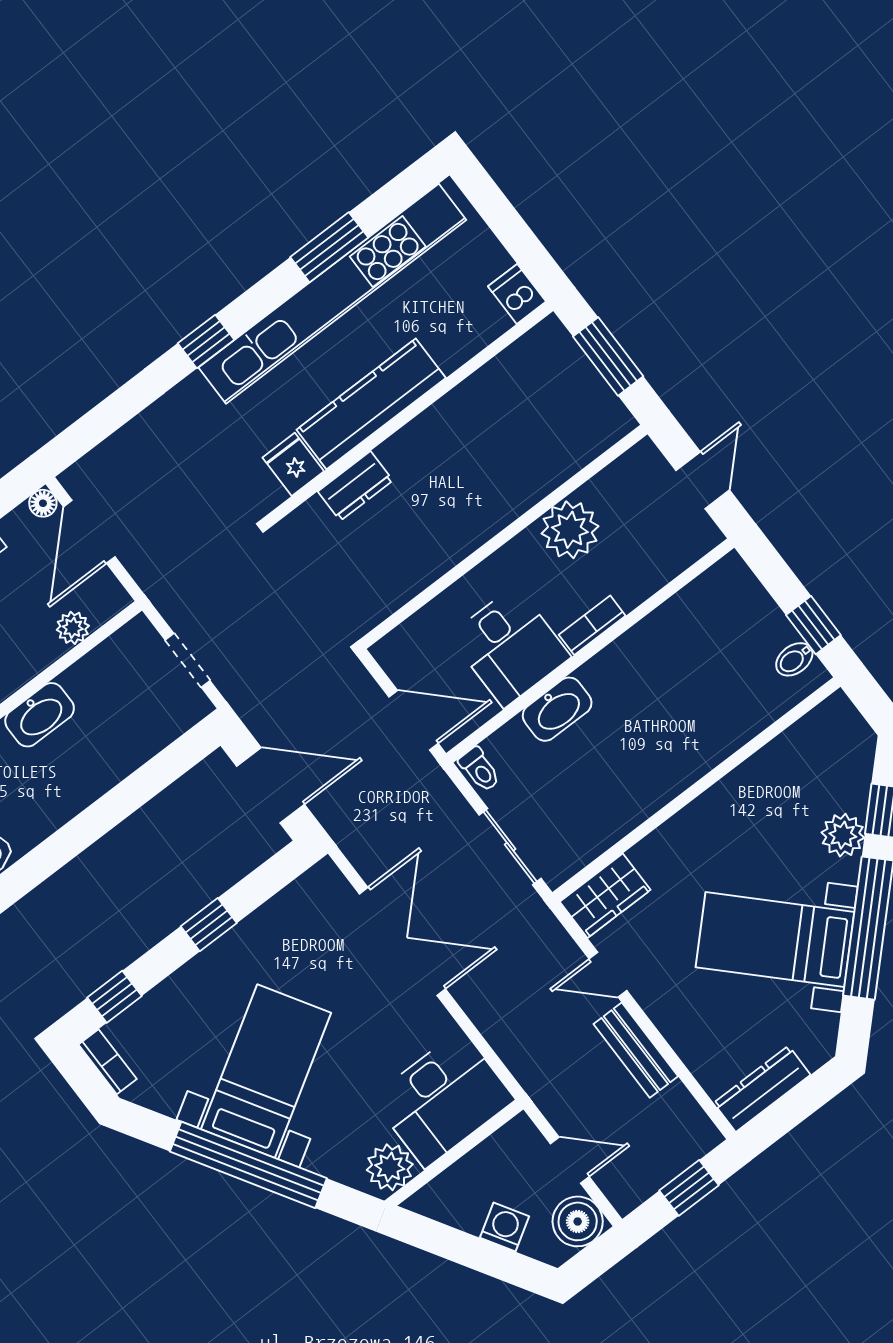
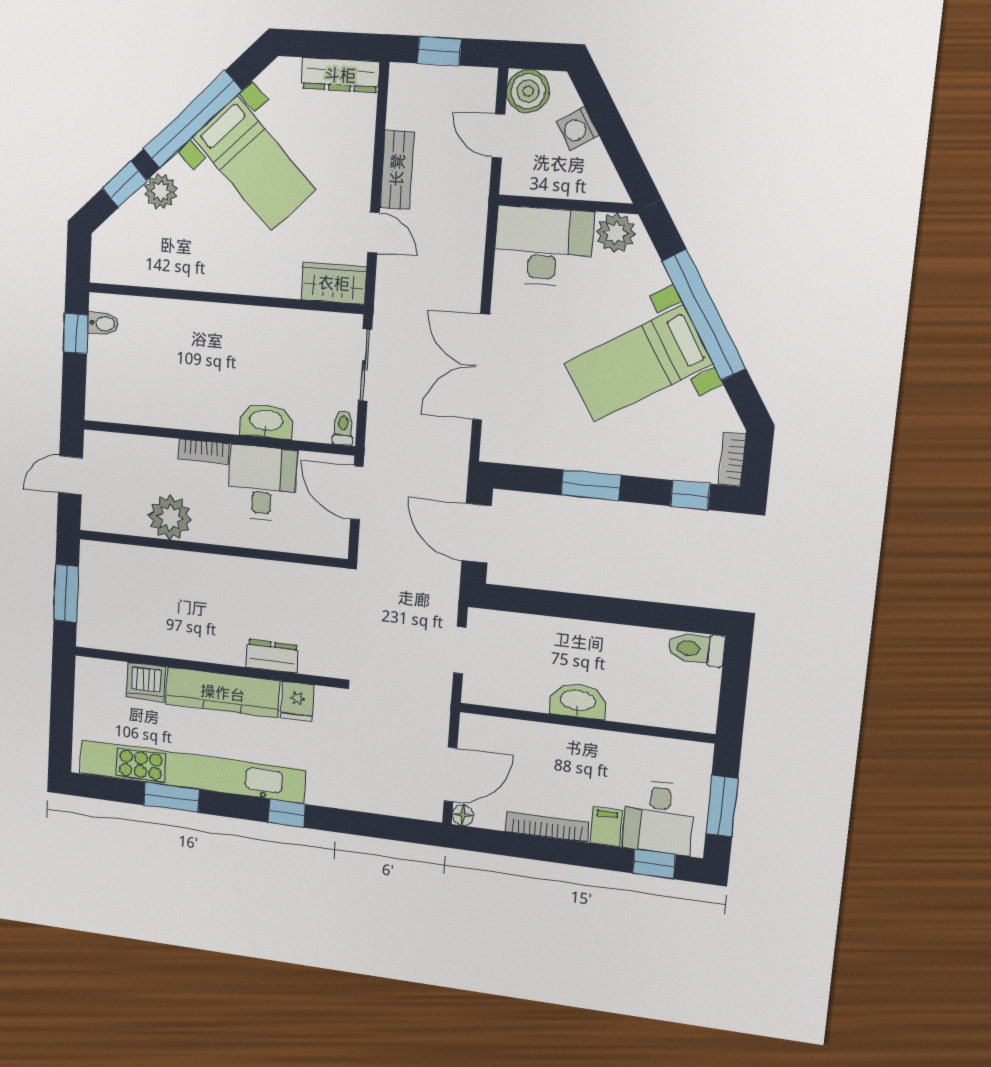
dishwasher: (517, 294) -> (146, 682), moved, width x1.38
plant: (73, 628) -> (511, 731), removed
window: (209, 925) -> (591, 485), width x1.50

